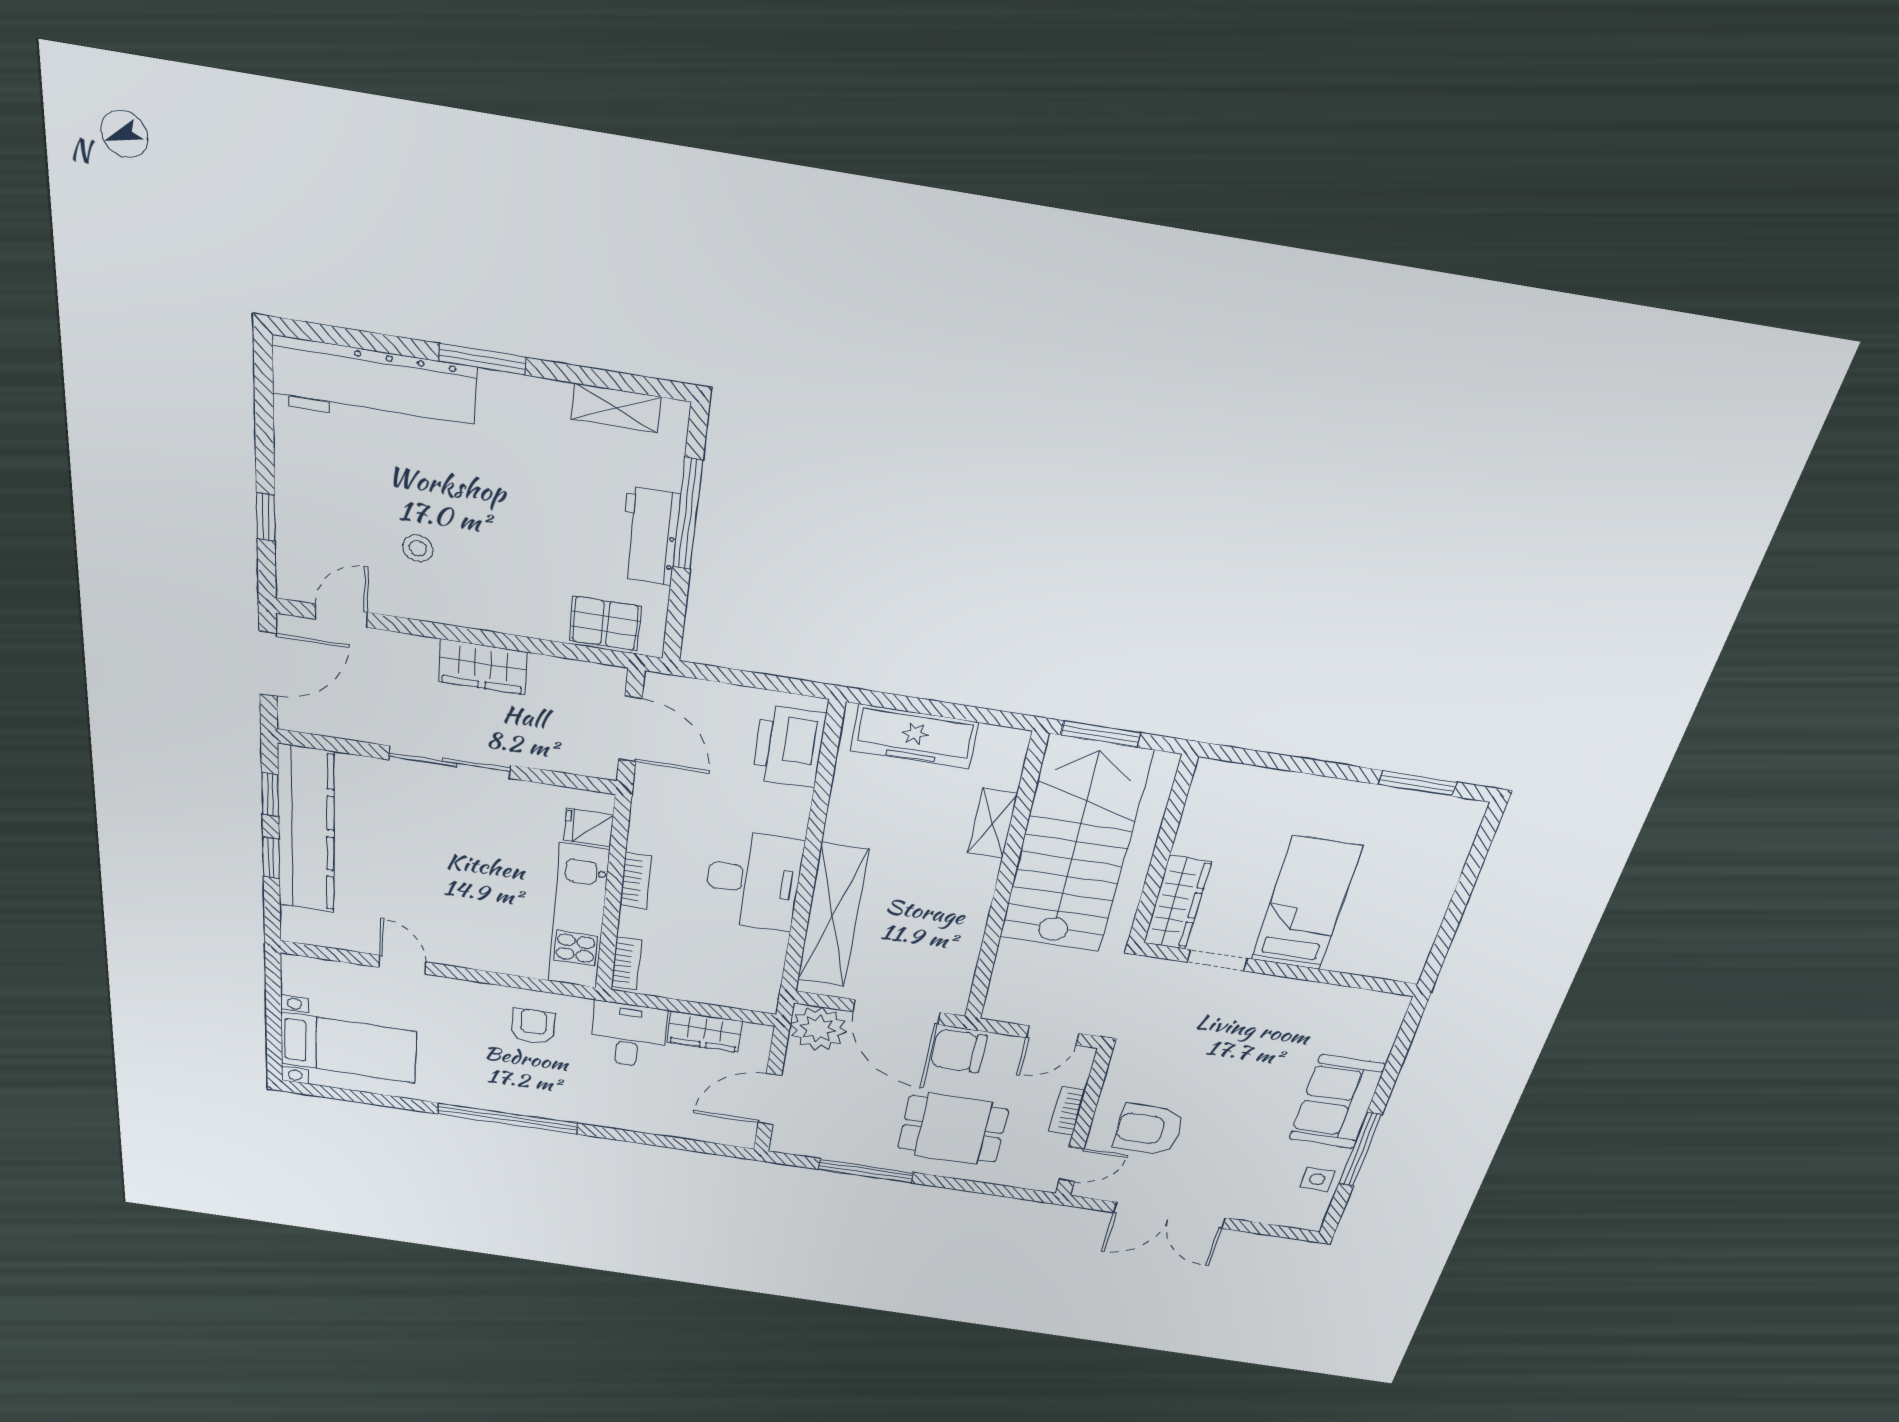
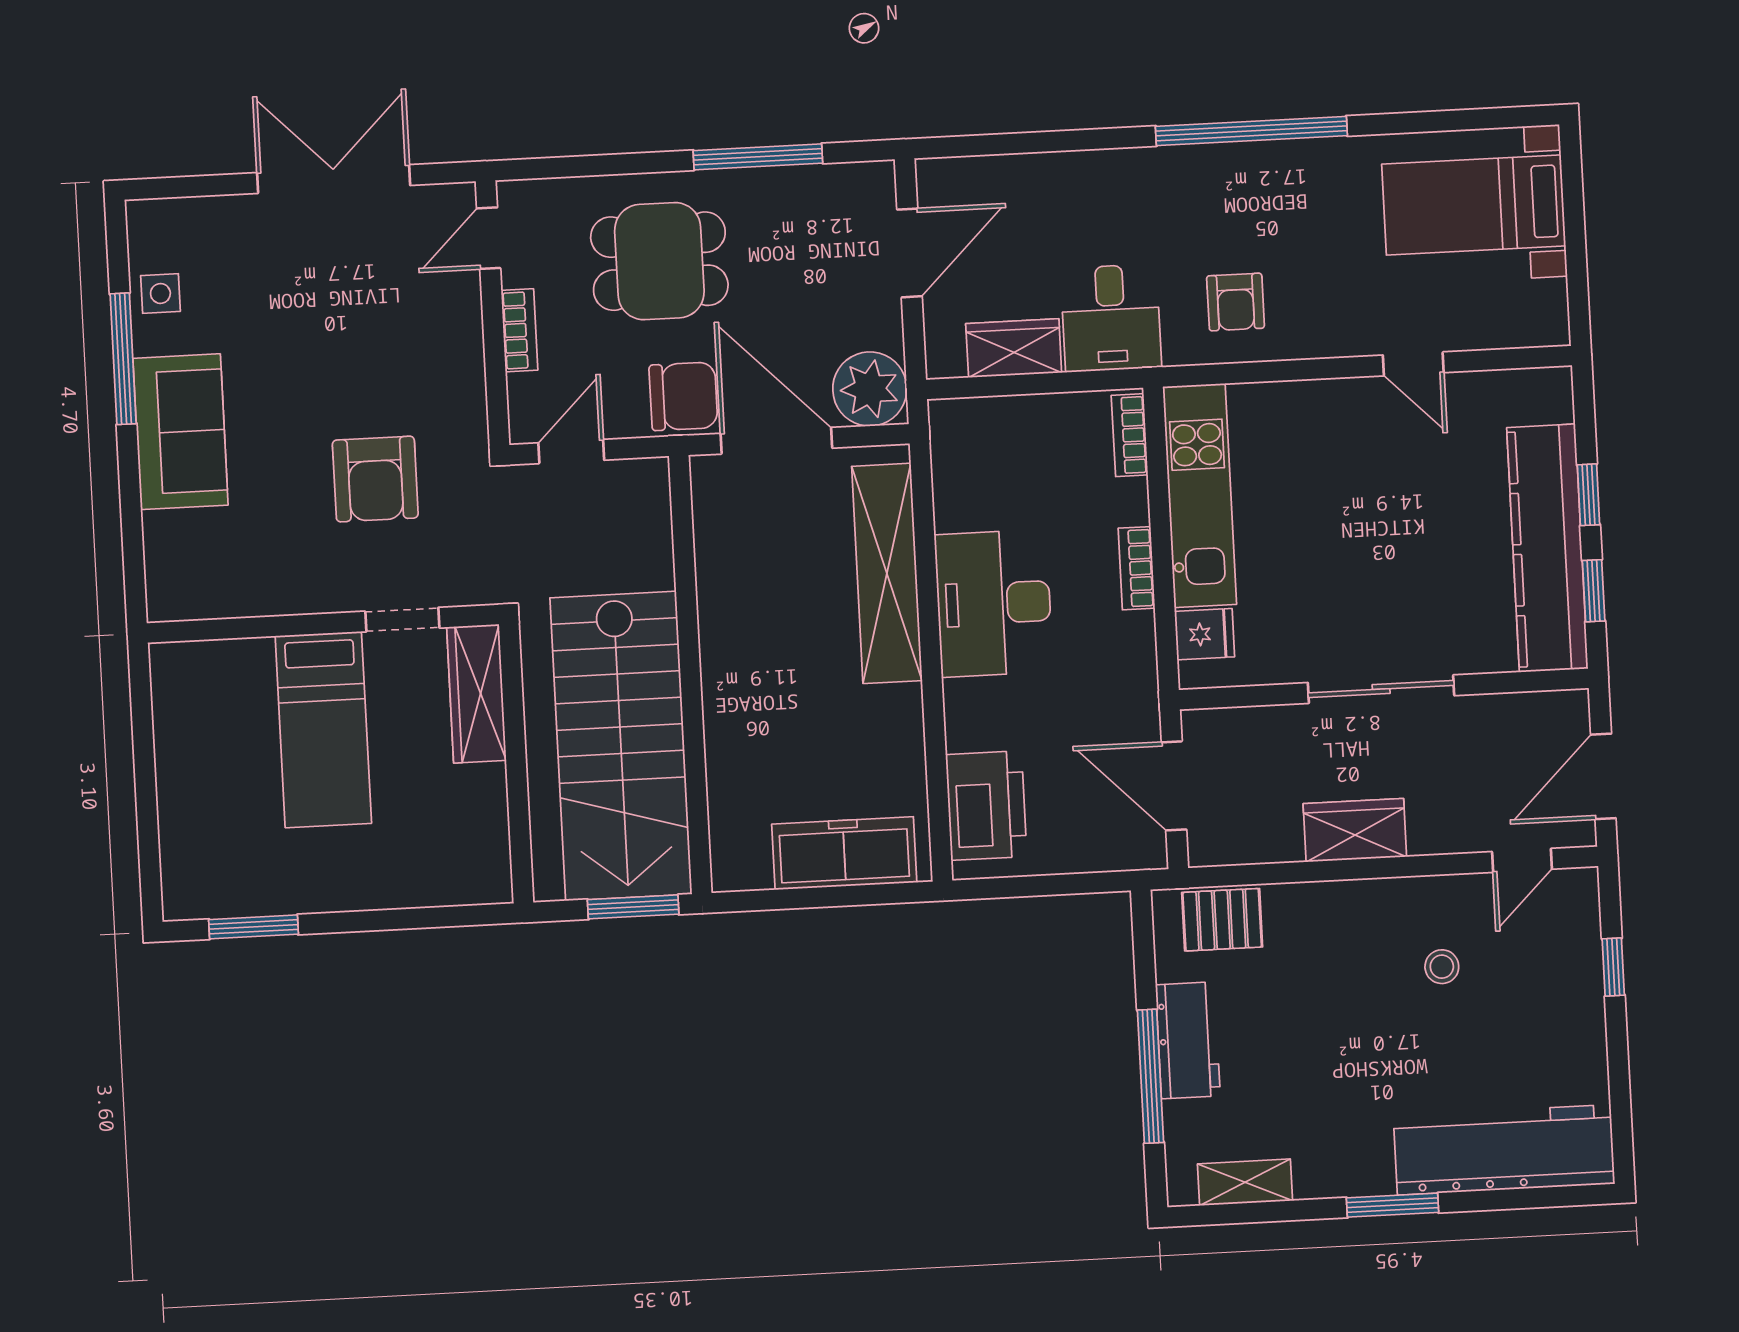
shelving: (993, 823) -> (726, 756), removed
armchair: (1149, 1129) -> (375, 479), moved, turned 90

